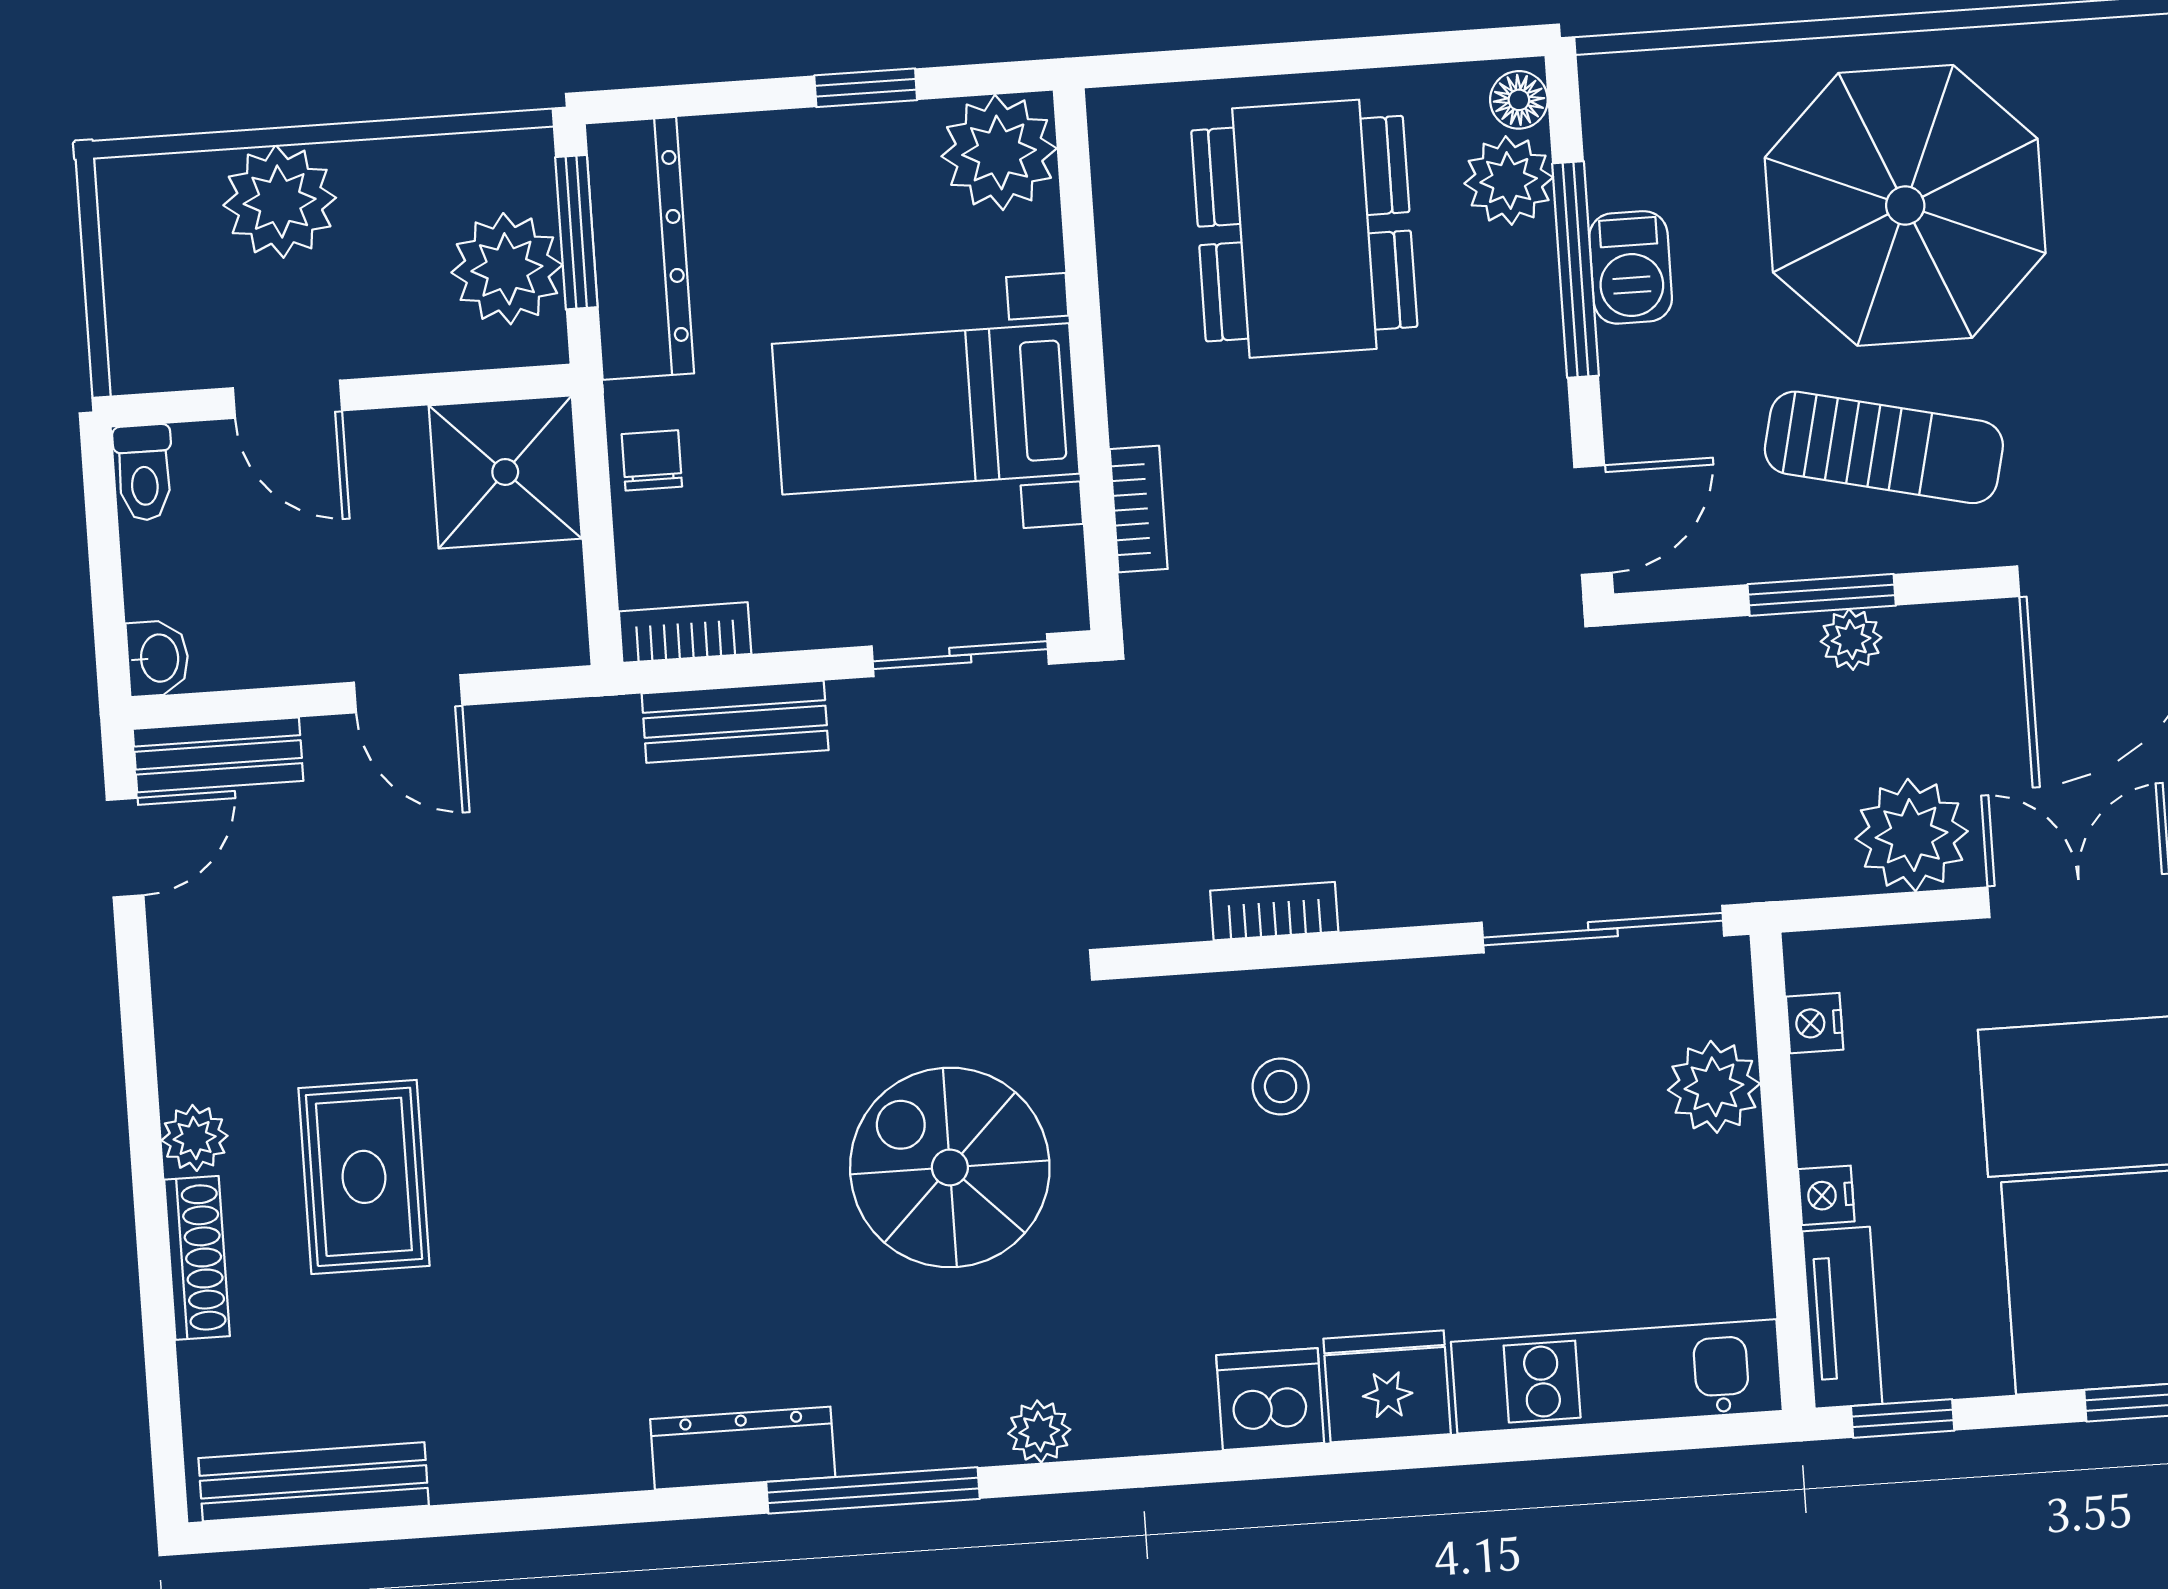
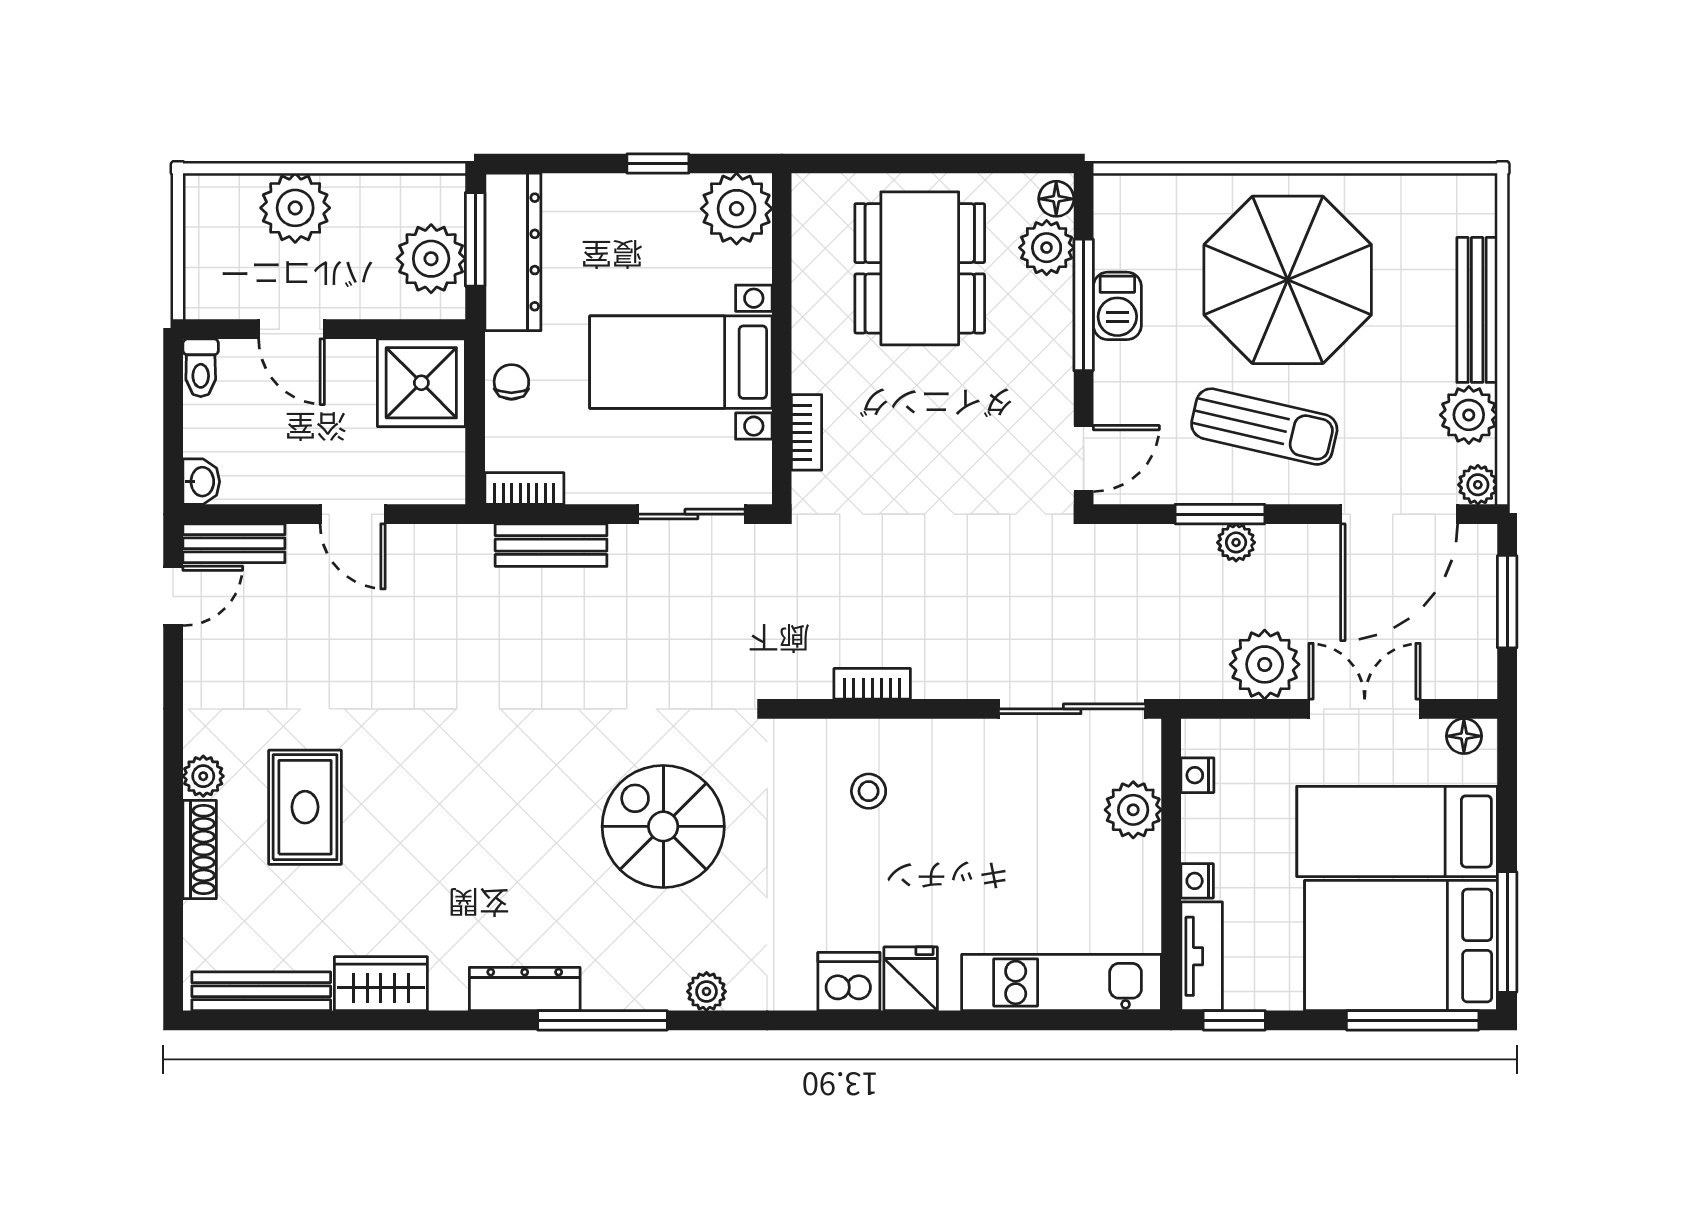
fridge: (1387, 1386) -> (911, 979), width x0.72
wardrobe: (508, 1456) -> (381, 984), added

